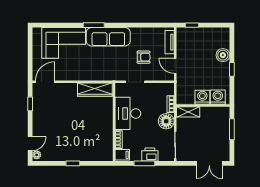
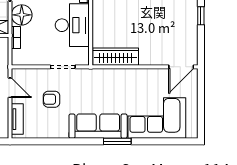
window: (30, 104) -> (201, 16), moved

